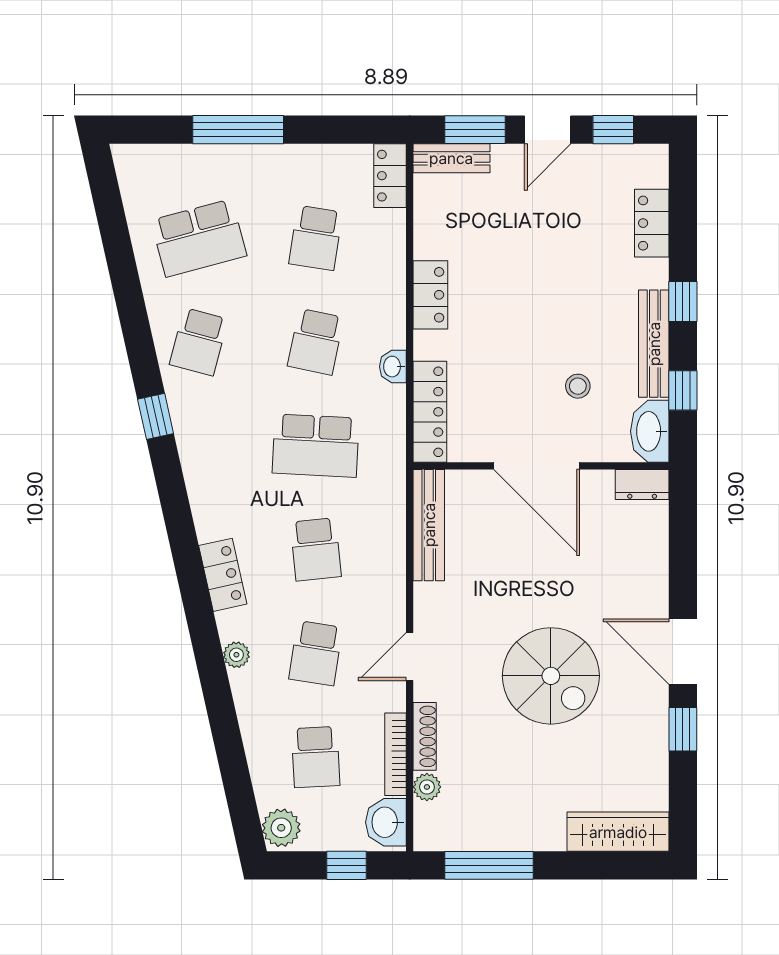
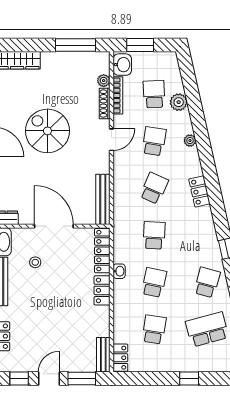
window: (238, 130) -> (189, 379), width x0.46
bench: (451, 158) -> (103, 355), moved, turned 90
locker: (430, 295) -> (102, 290), moved
school desk: (316, 446) -> (154, 235), width x0.54
school desk: (316, 549) -> (154, 188), turned 30
locker: (223, 575) -> (199, 191), moved
plant: (281, 828) -> (179, 102), moved
window: (346, 865) -> (140, 45), width x1.50

